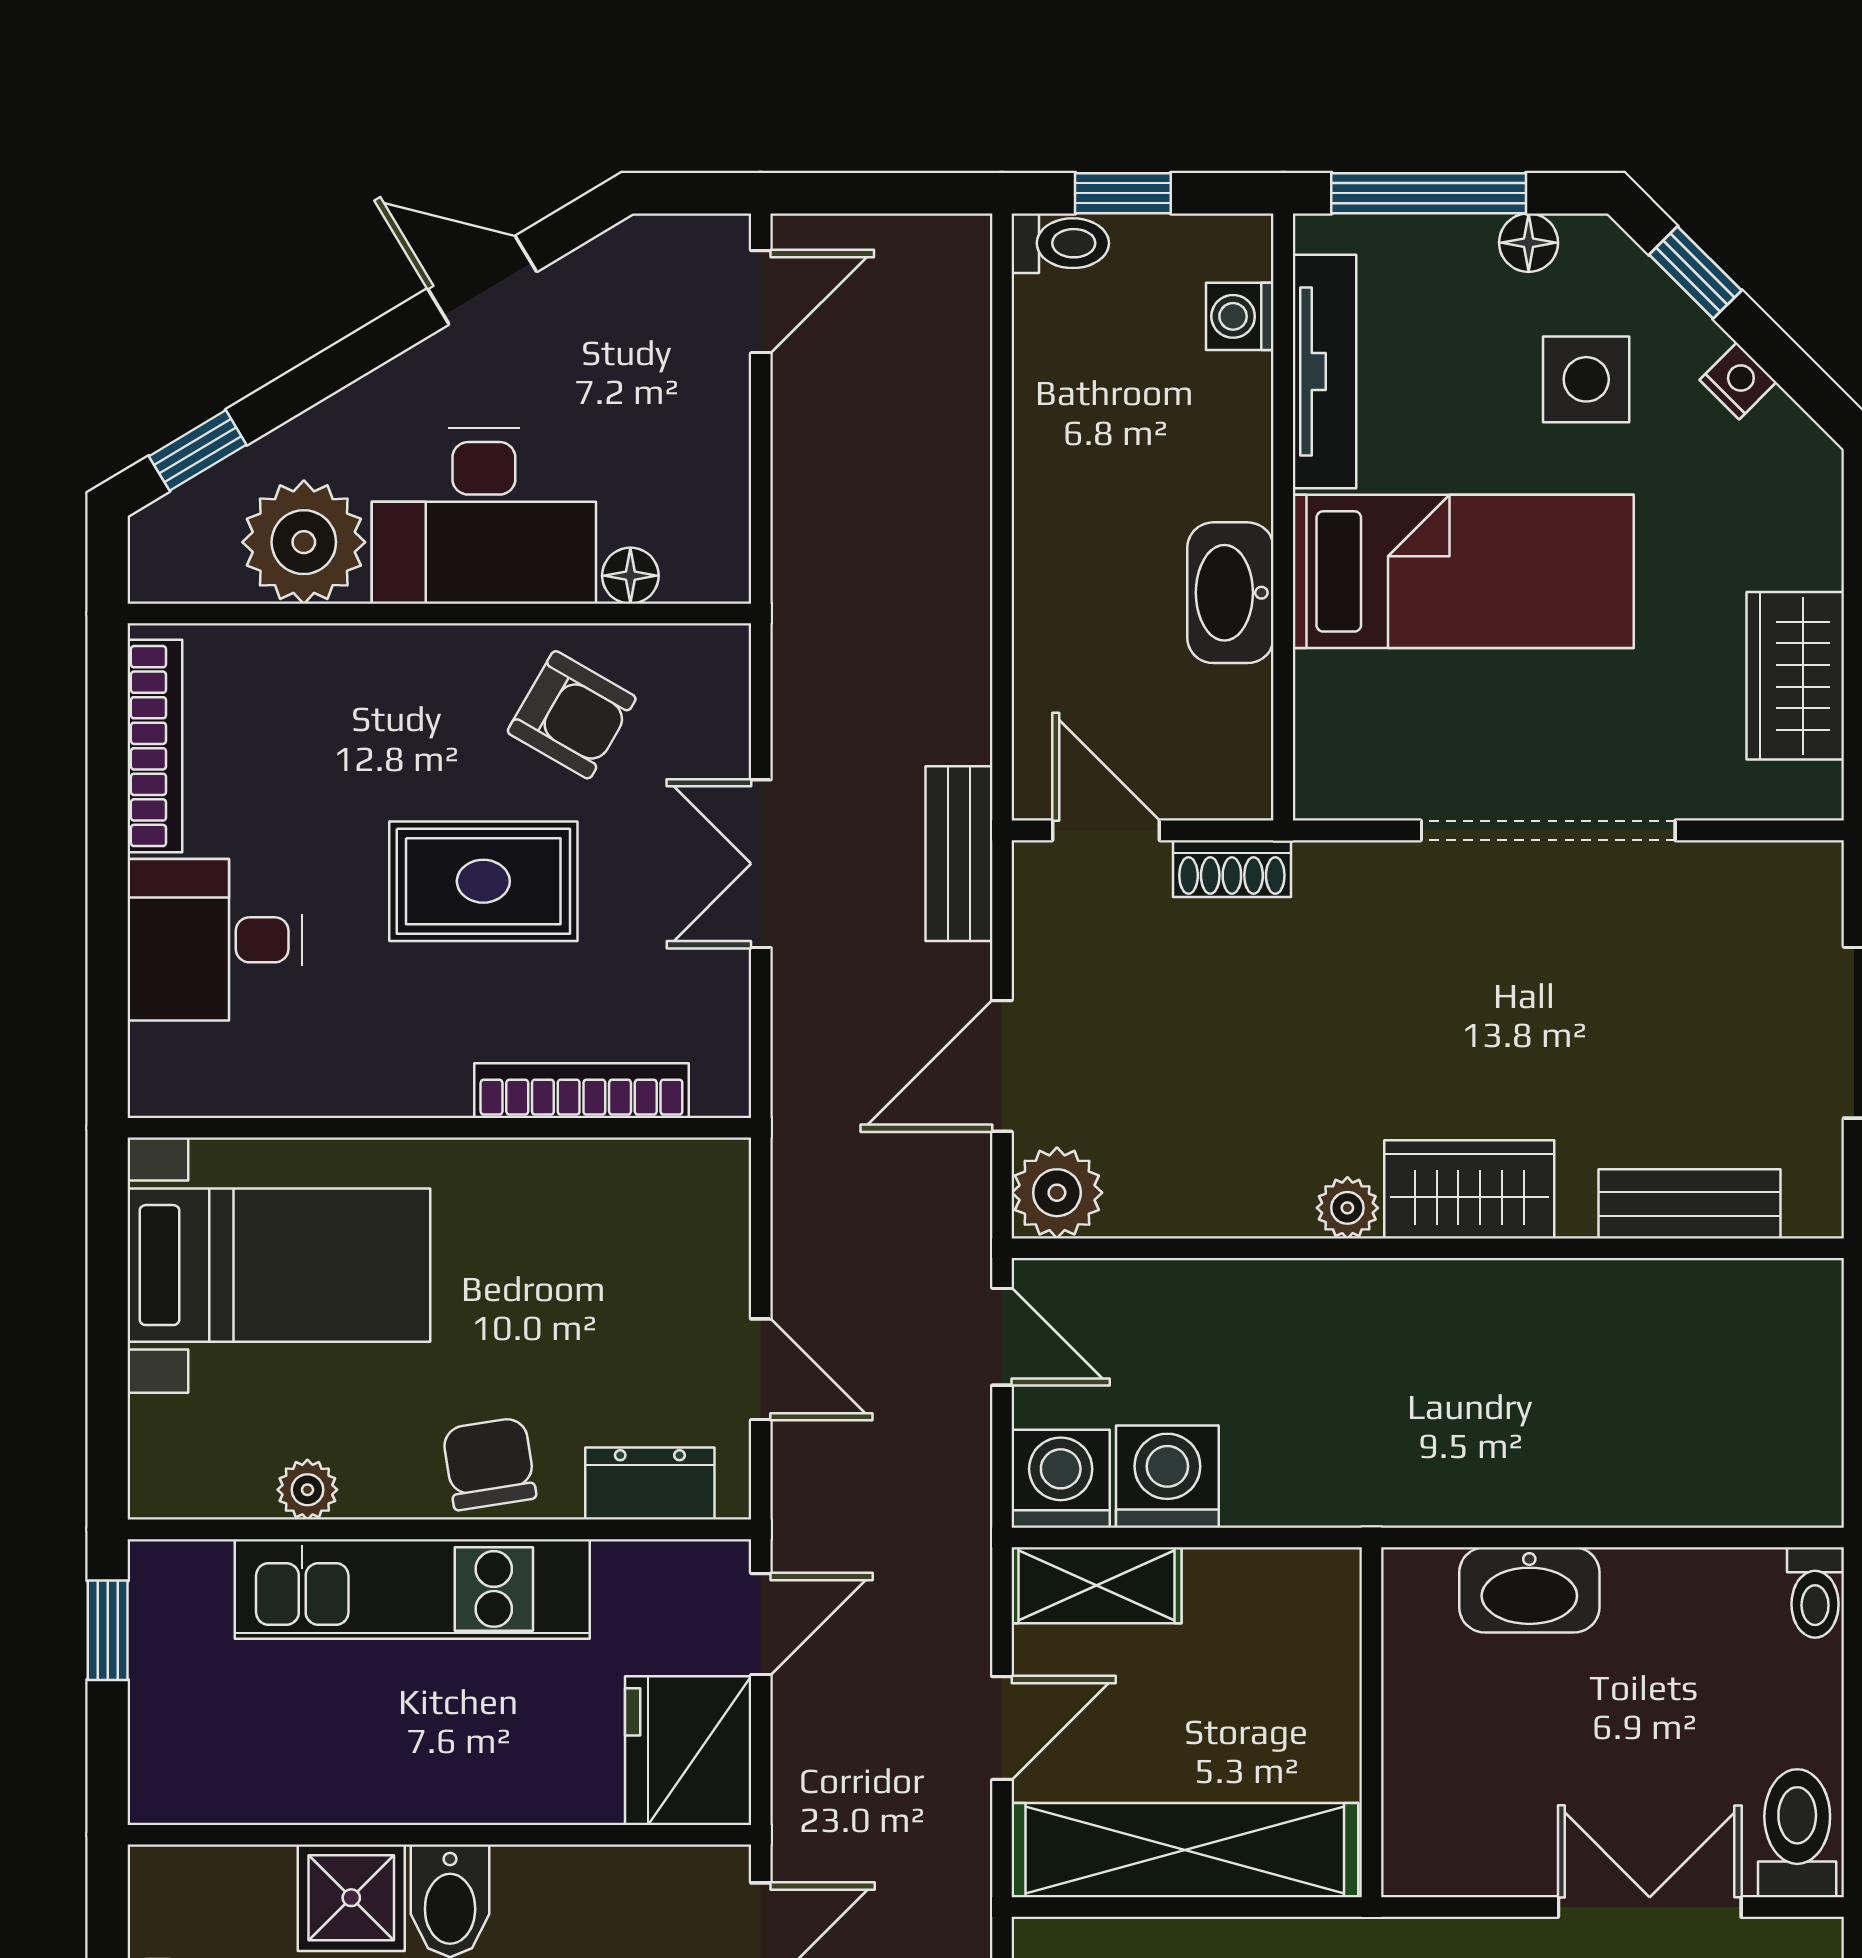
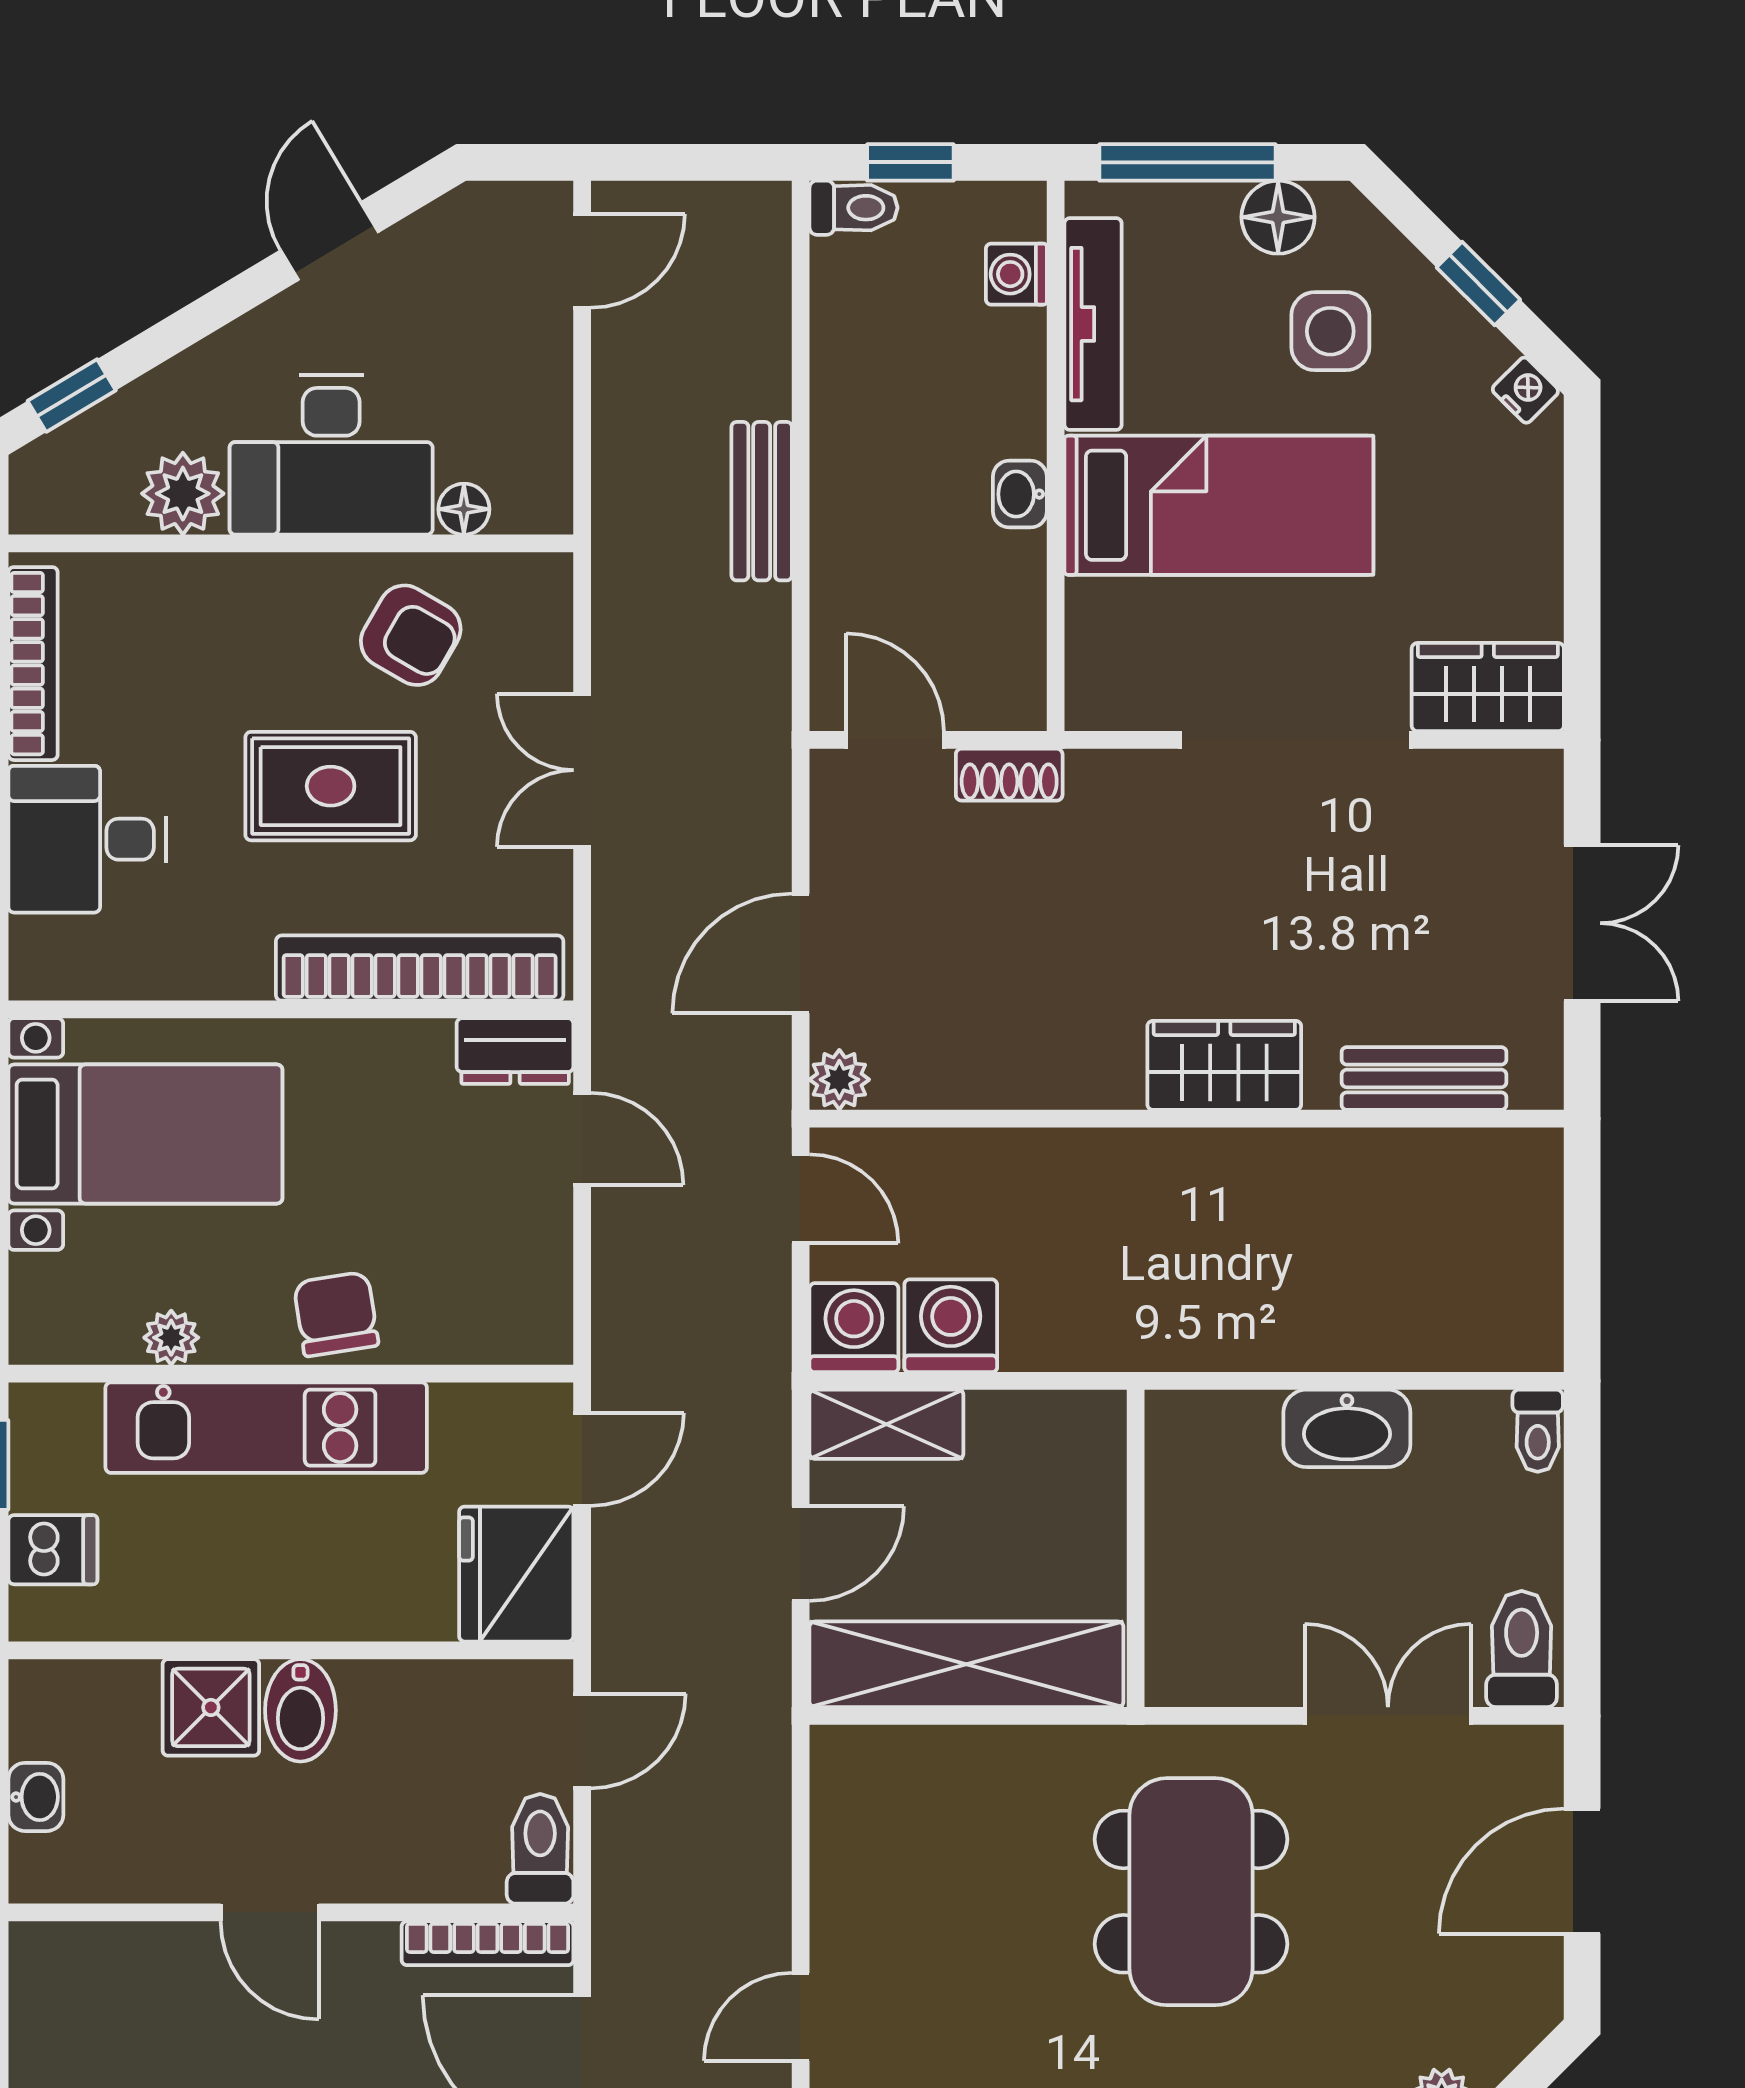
floor lamp: (1529, 243) -> (1278, 217), width x1.37, depth x1.37
window: (1695, 273) -> (1478, 283), moved
door: (482, 280) -> (330, 241), hinge flipped
nightstand: (1738, 381) -> (1525, 390), moved
plant: (304, 542) -> (183, 494), width x0.73, depth x0.73
washbasin: (1230, 593) -> (1020, 494), width x0.52, depth x0.69
wardrobe: (1795, 676) -> (1488, 687), moved, turned 90
bench: (959, 854) -> (762, 501), moved
bookcase: (581, 1091) -> (420, 968), width x1.48, depth x1.31
plant: (1057, 1193) -> (839, 1080), width x0.73, depth x0.73
plant: (1347, 1208) -> (1114, 1082), removed
door: (761, 1369) -> (582, 1139), moved
dresser: (650, 1483) -> (515, 1051), moved, turned 180
washbasin: (1529, 1590) -> (1347, 1428), moved
dishwasher: (177, 1724) -> (53, 1550), added

